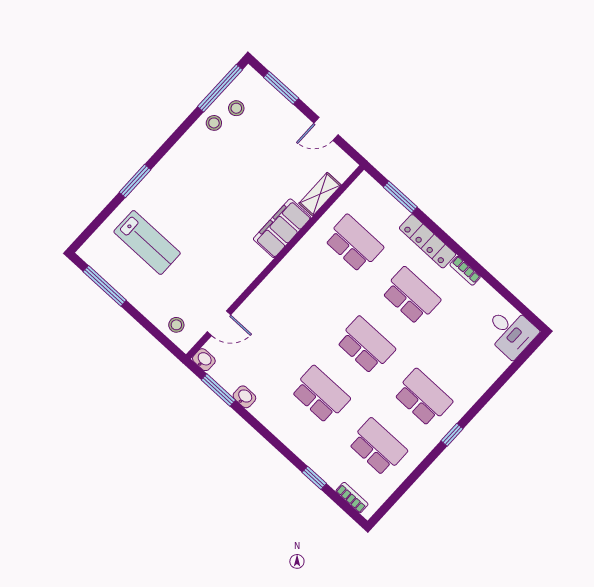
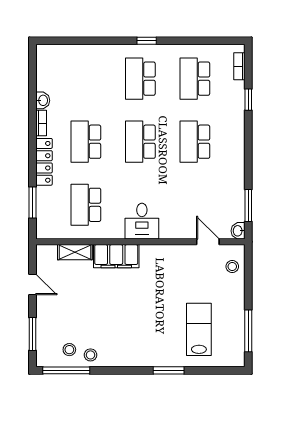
desk: (511, 332) -> (142, 221), moved, turned 180
washbasin: (244, 397) -> (43, 100), moved, turned 180

